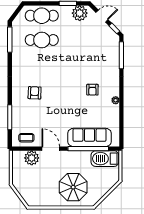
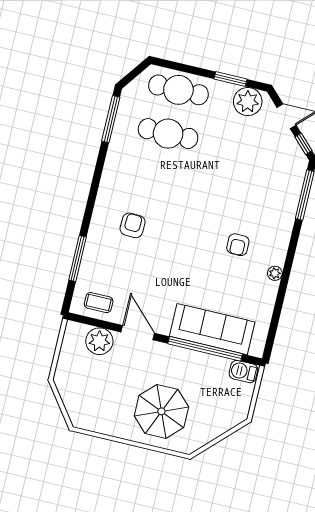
barbecue: (105, 159) -> (243, 372), width x0.53, depth x0.65

